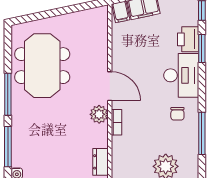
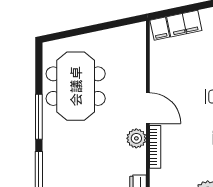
bookcase: (117, 122) -> (155, 147), width x1.56

